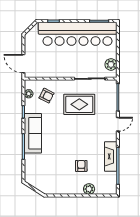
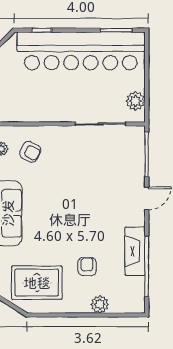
rug: (79, 104) -> (37, 283), moved

